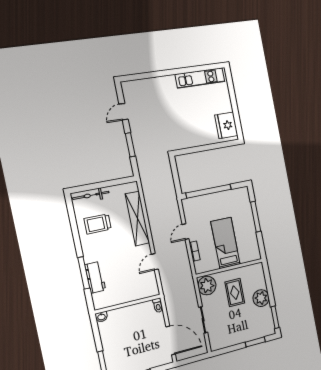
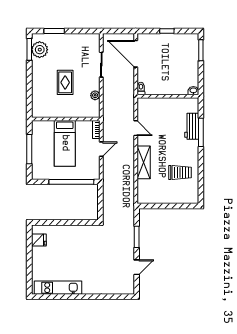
fridge: (226, 125) -> (39, 240), width x0.53, depth x0.75
bicycle: (91, 195) -> (181, 199), removed
shelving: (137, 218) -> (144, 162), width x0.68
bed: (225, 243) -> (65, 143), moved
door: (155, 262) -> (136, 128), hinge flipped
wall: (229, 268) -> (66, 119), moved
plant: (207, 286) -> (95, 95), width x0.53, depth x0.53
plant: (261, 298) -> (40, 50), moved

